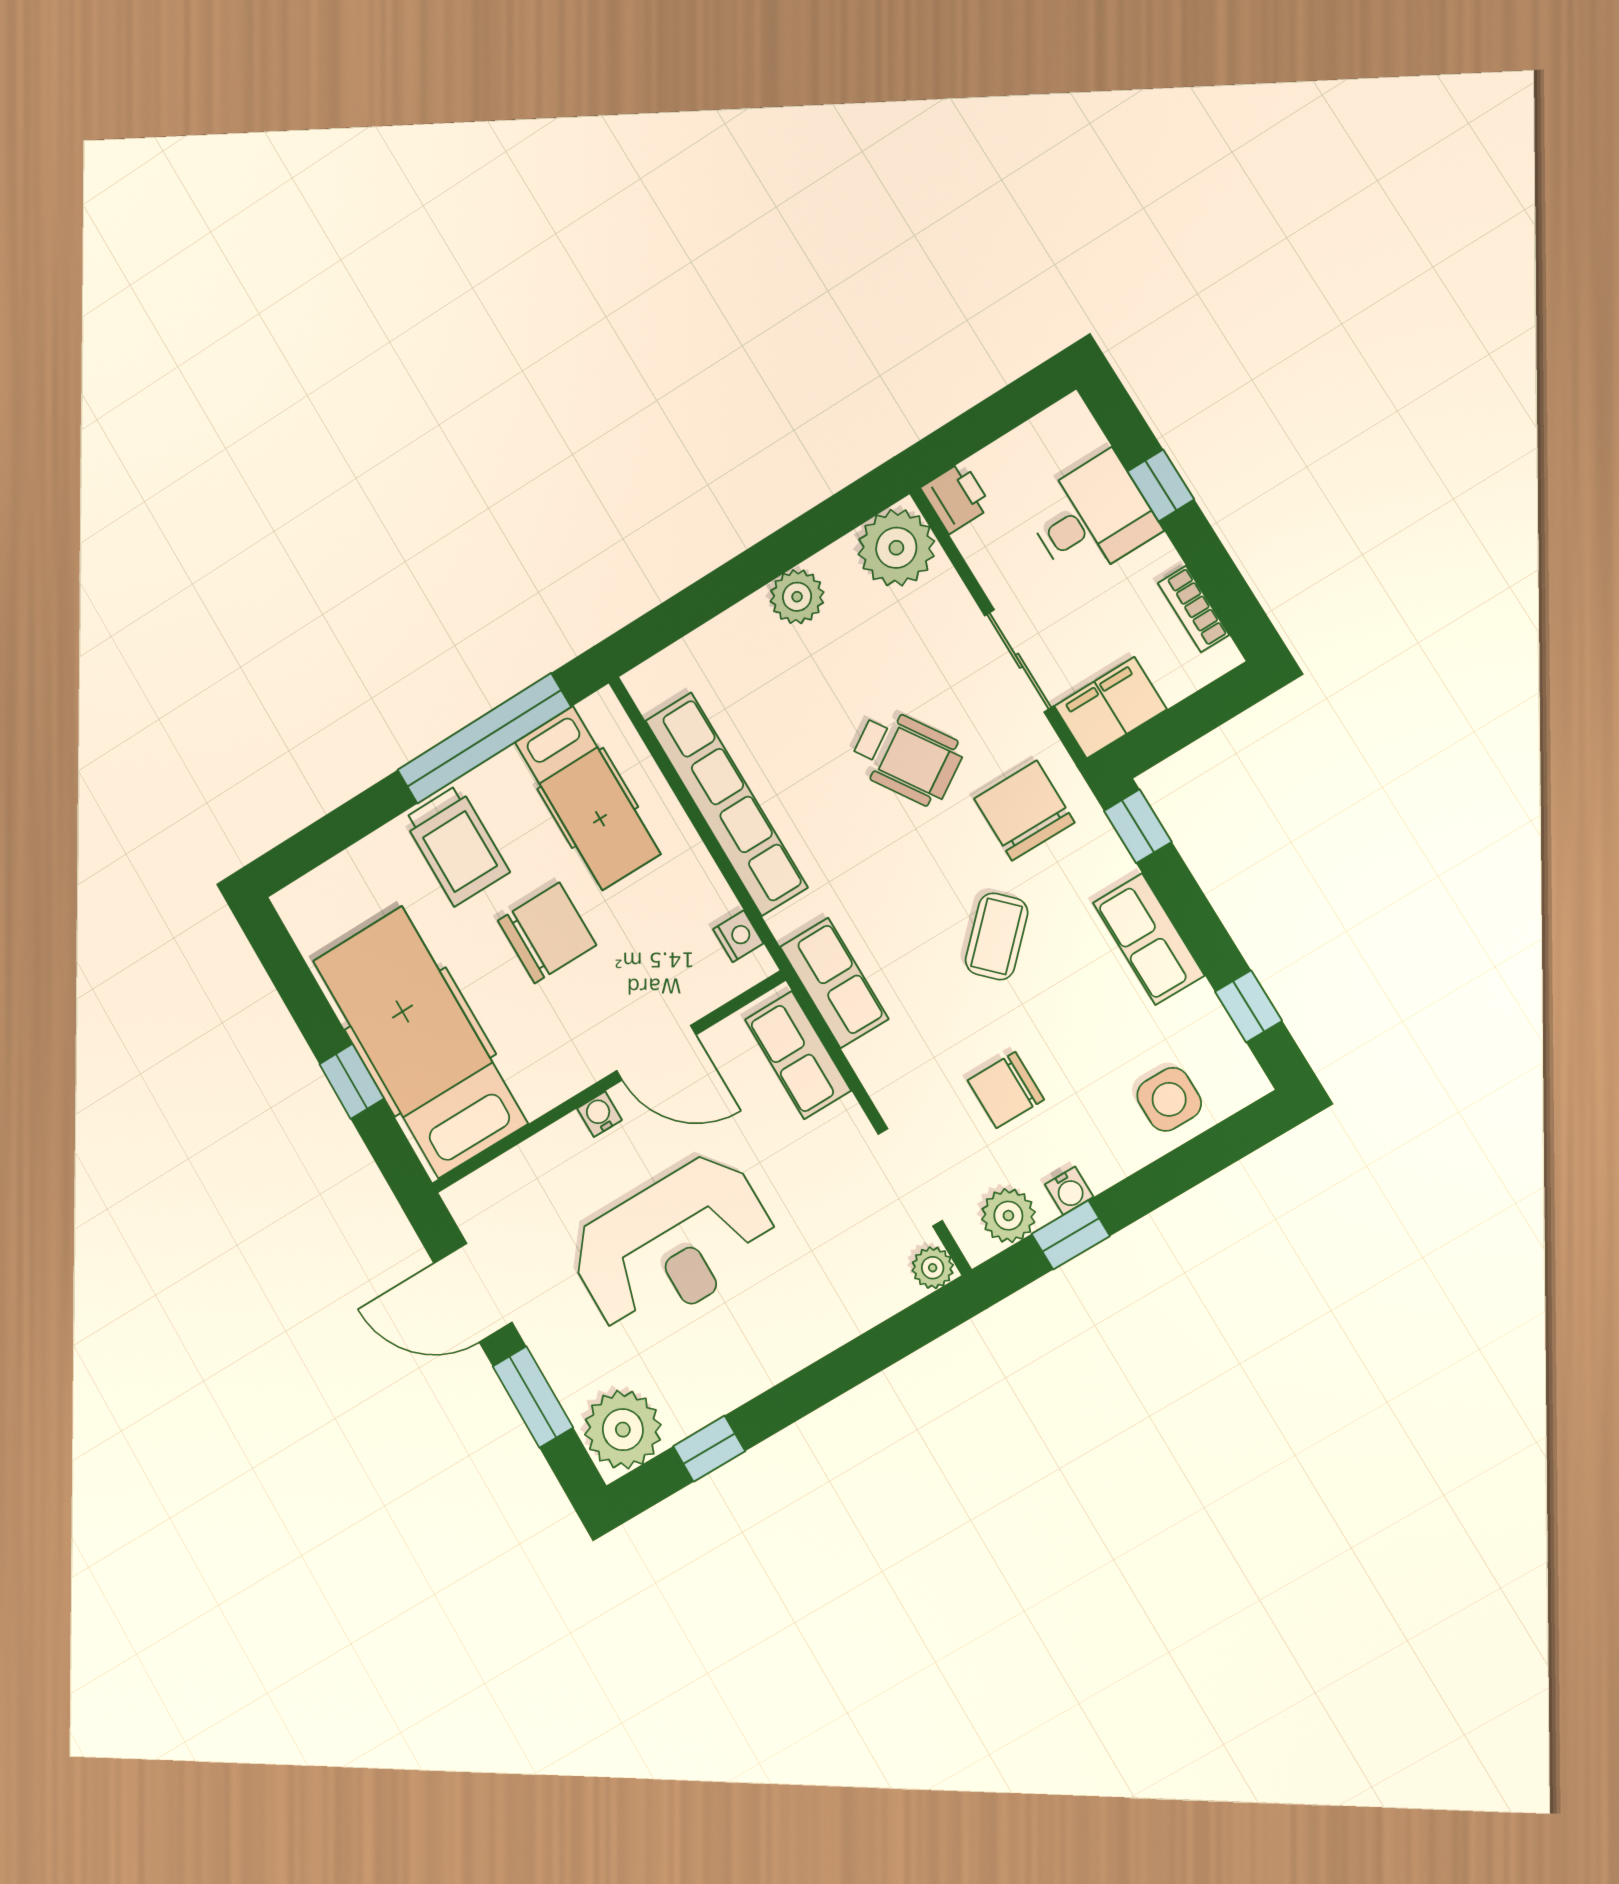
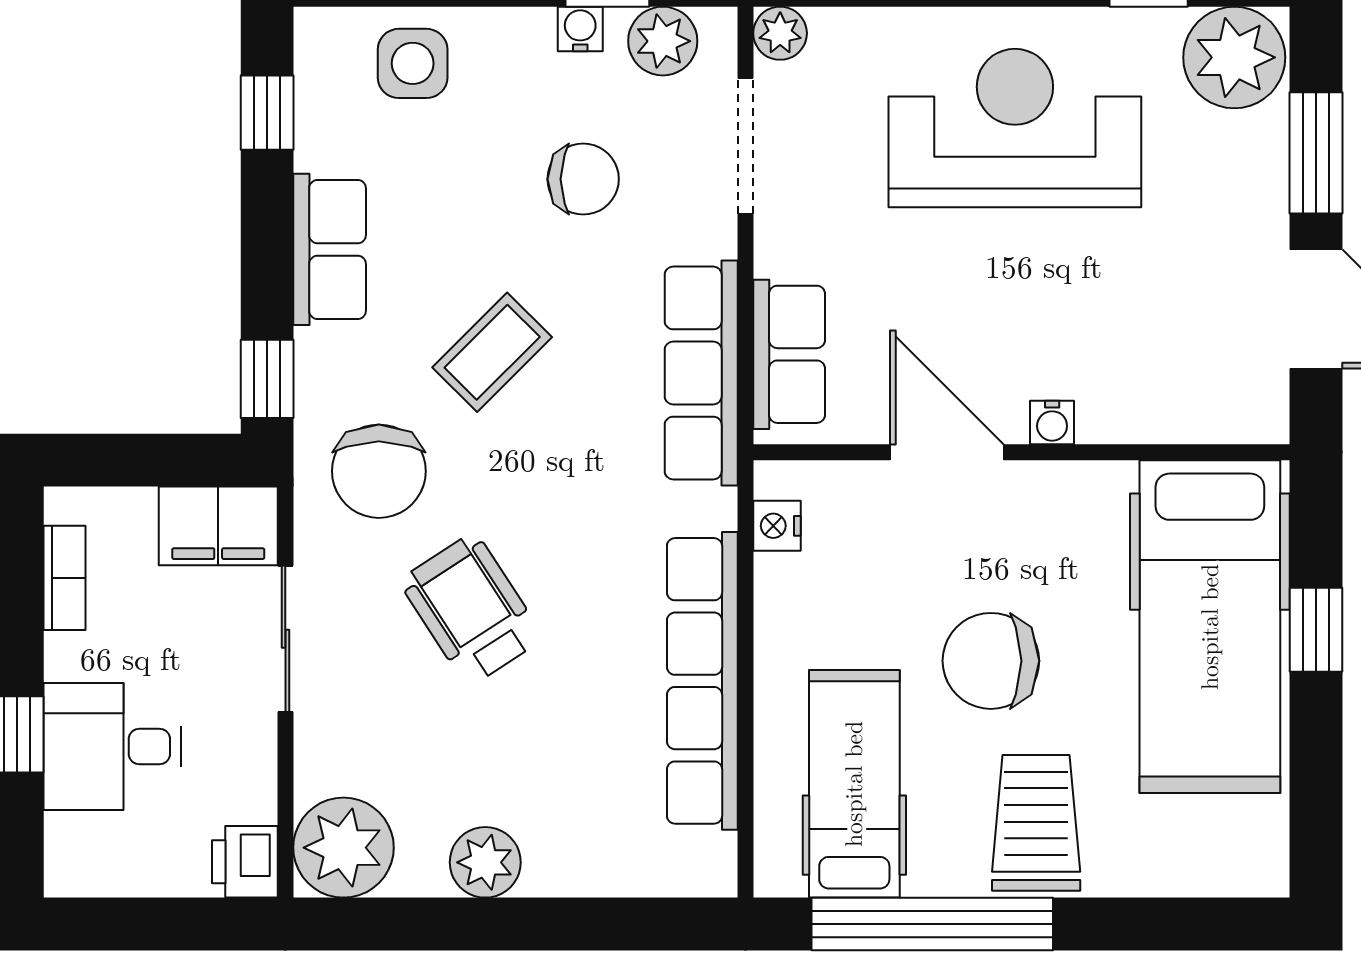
row of seats: (834, 983) -> (701, 373), width x1.48
reception desk: (673, 1245) -> (1015, 128), moved

